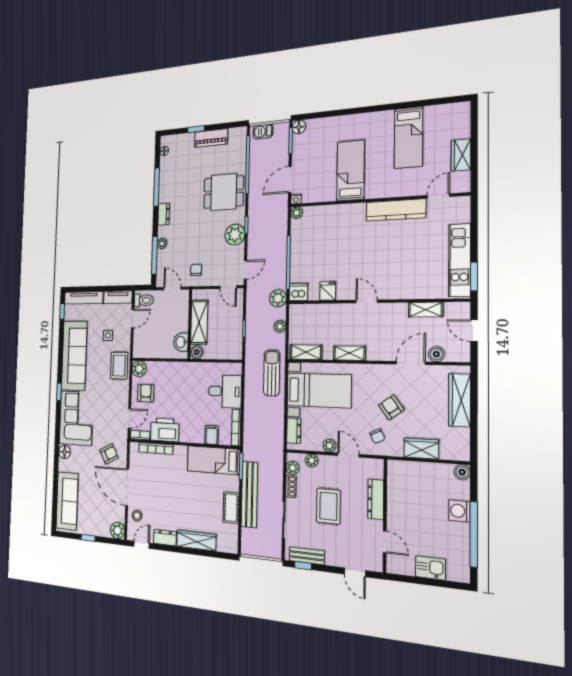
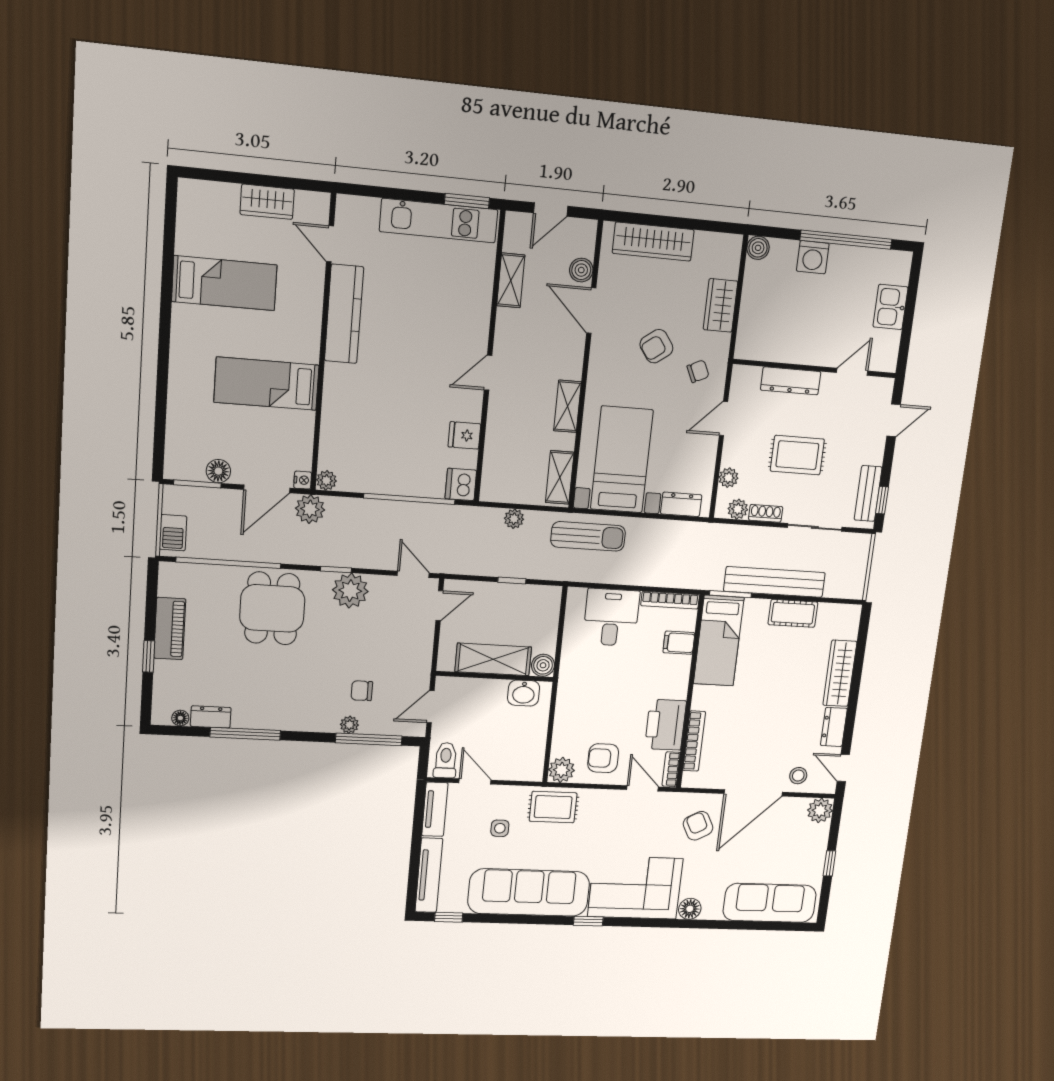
floor lamp: (299, 127) -> (218, 471), moved
door: (290, 179) -> (267, 489), hinge flipped
dresser: (164, 214) -> (211, 717), moved
chair: (196, 270) -> (362, 691), moved
plant: (278, 298) -> (310, 509), moved
sun lounger: (272, 373) -> (588, 536), turned 180
plant: (329, 446) -> (708, 448), removed

